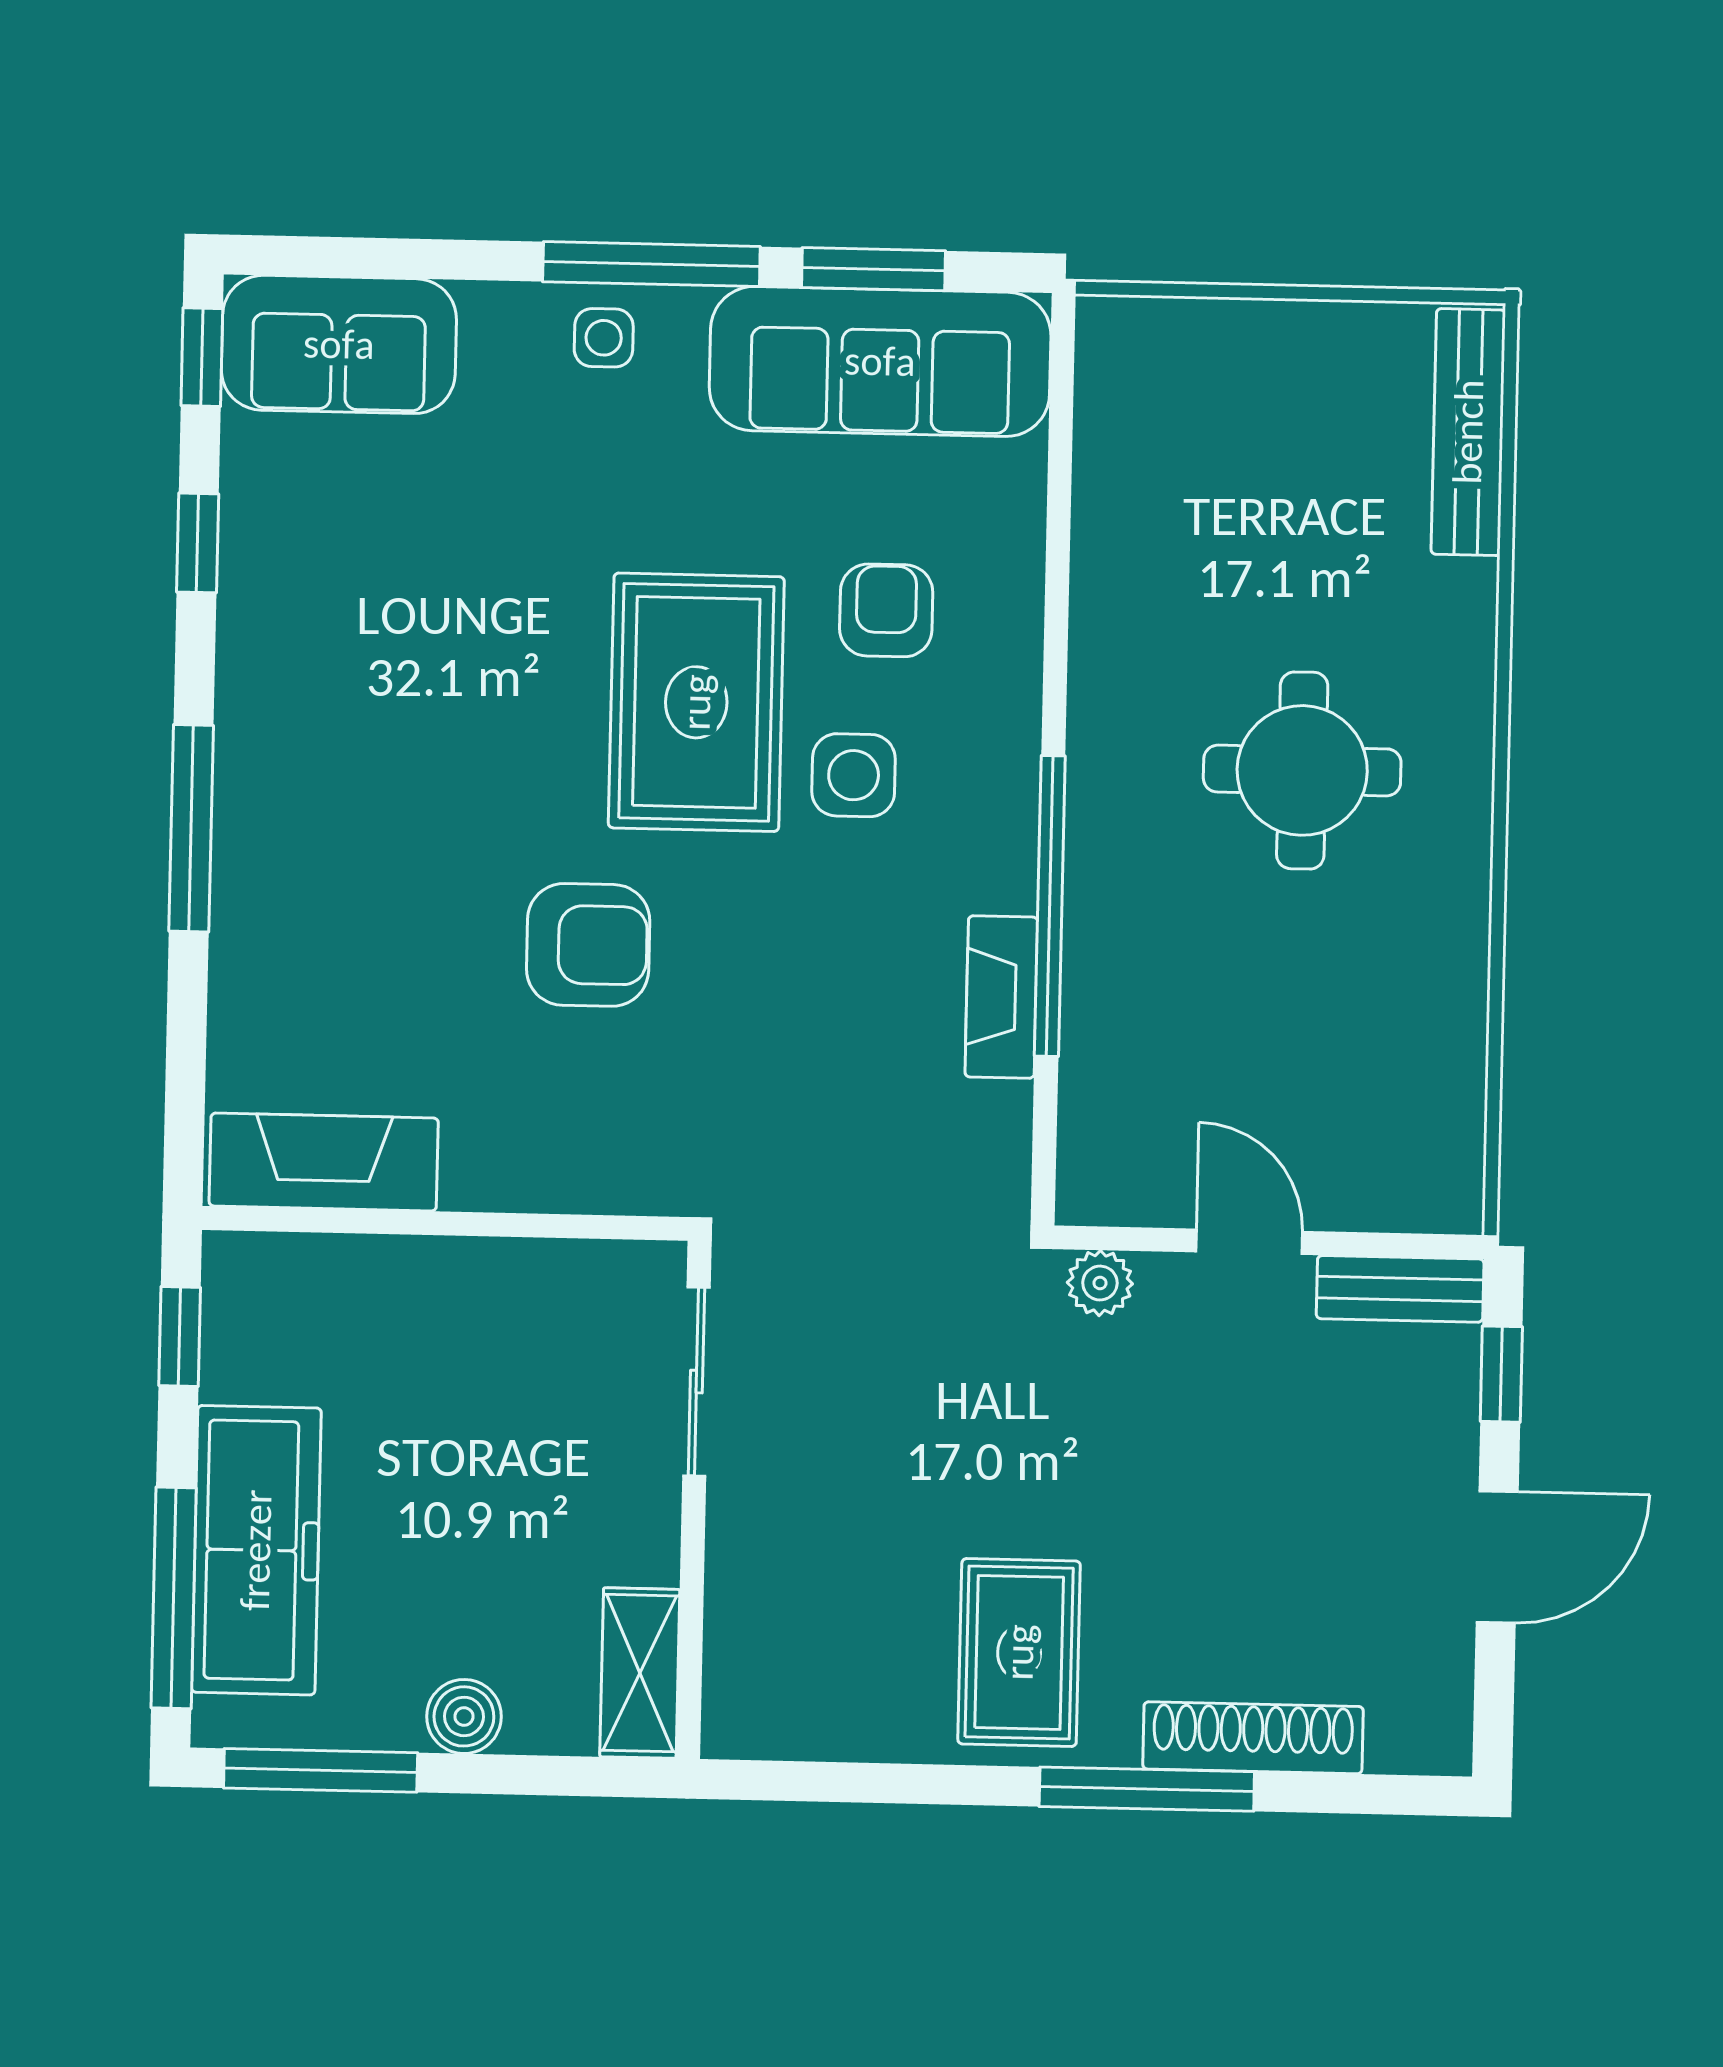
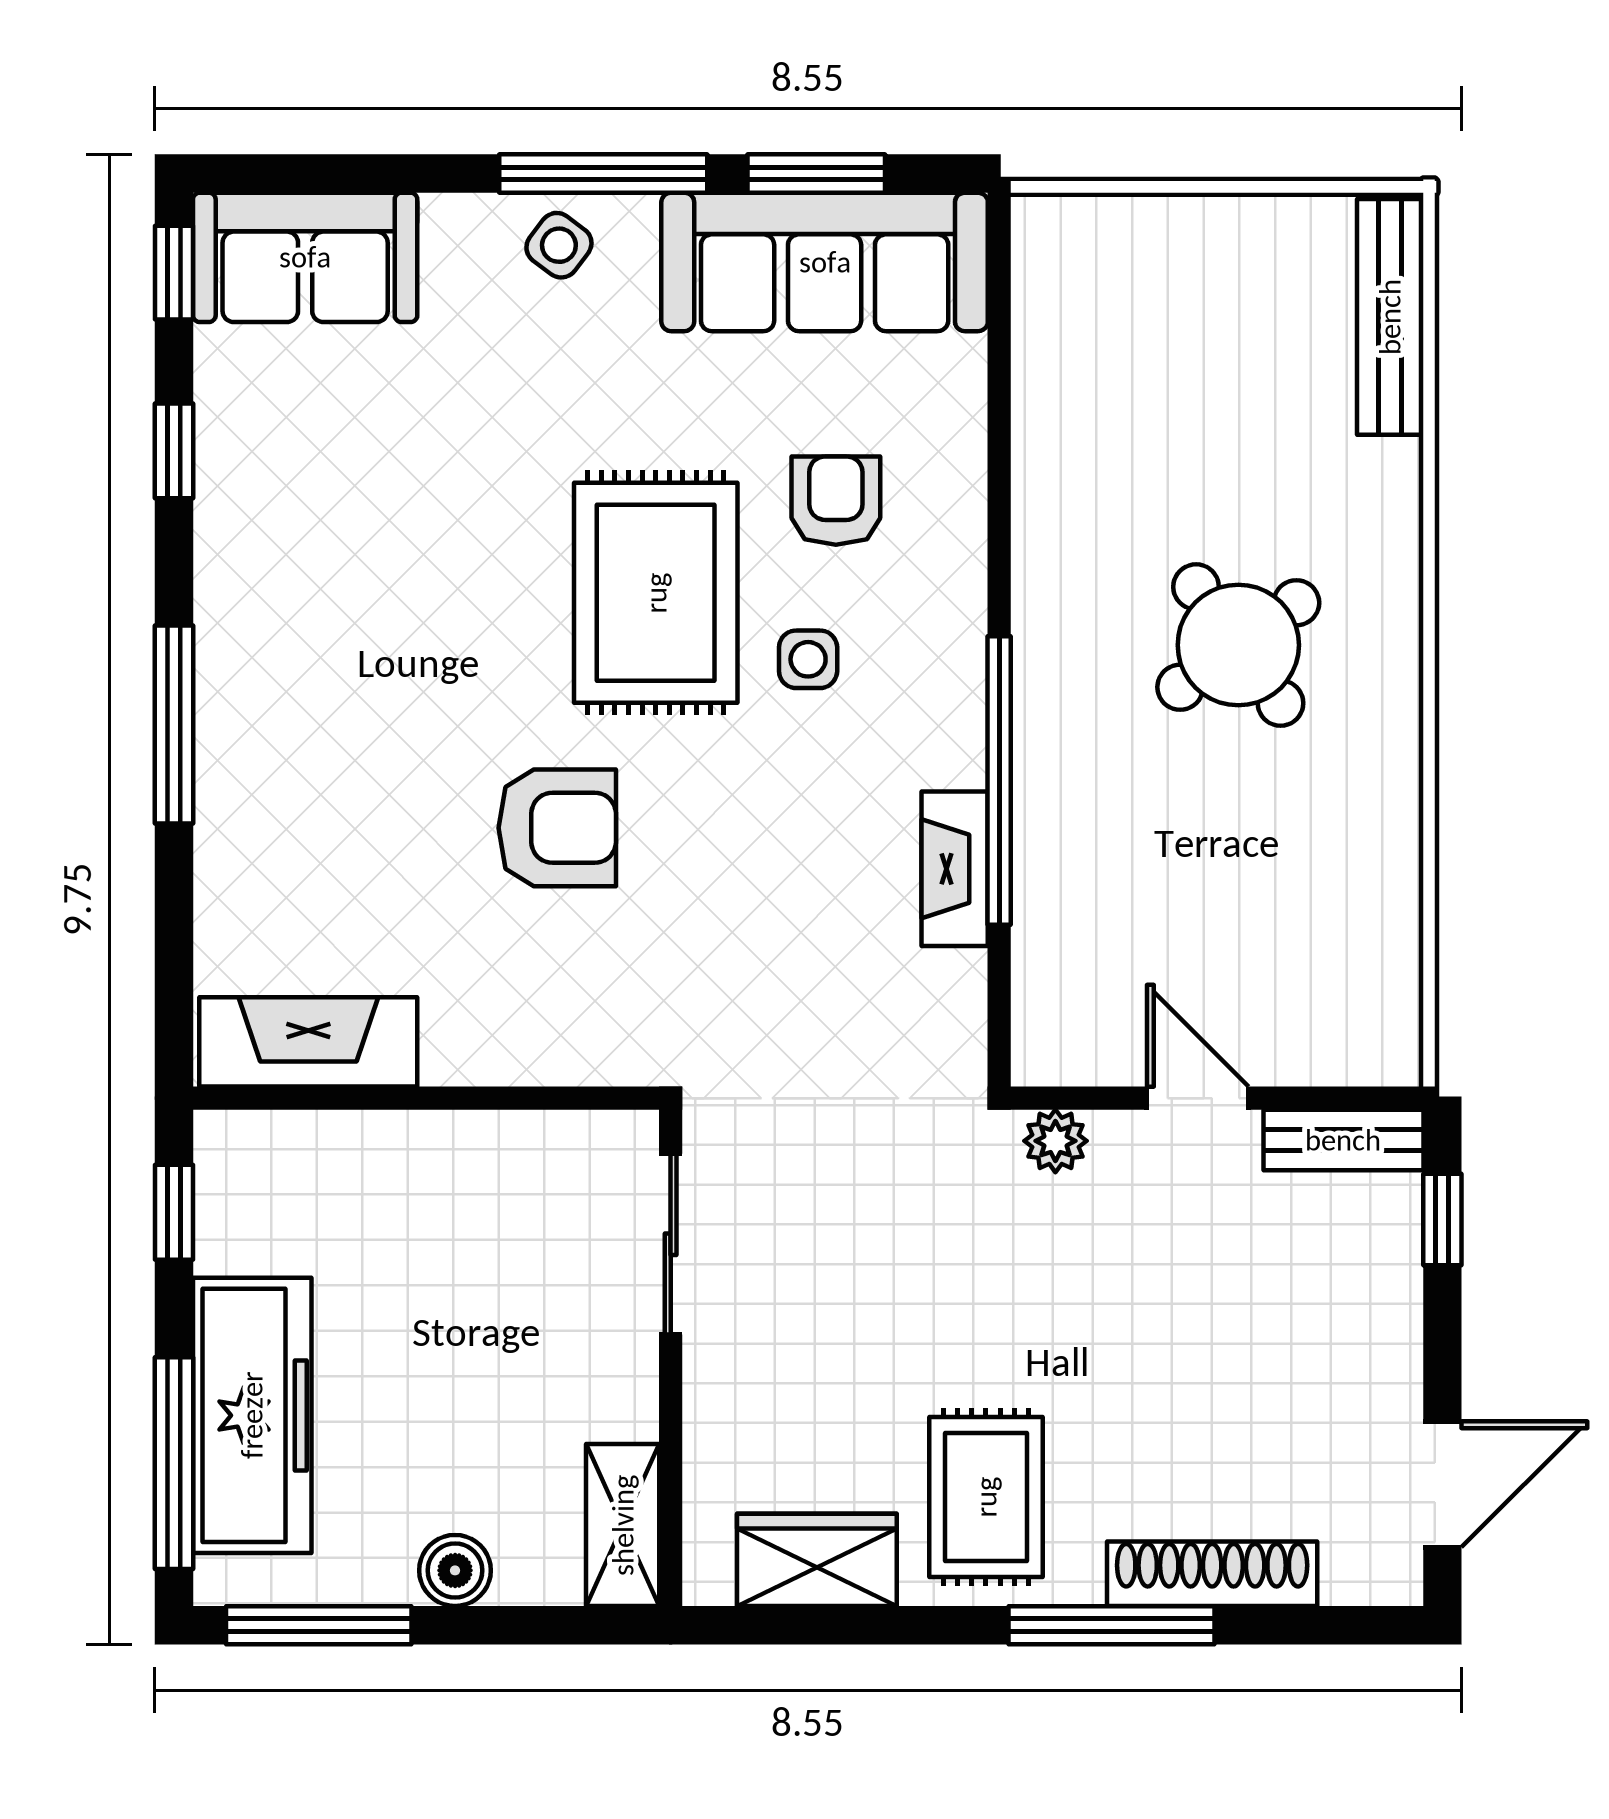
side table: (604, 338) -> (559, 245), turned 37
round table: (1302, 770) -> (1238, 645), turned -36
side table: (854, 775) -> (808, 659), width x0.73, depth x0.73
door: (1497, 1557) -> (1442, 1484), moved
wardrobe: (841, 1714) -> (817, 1560), added

